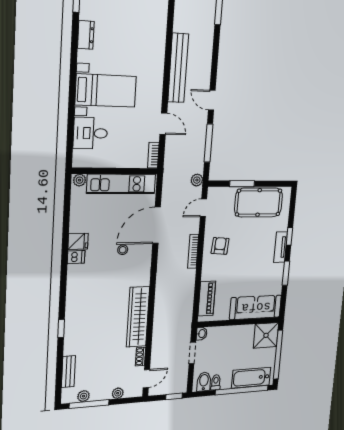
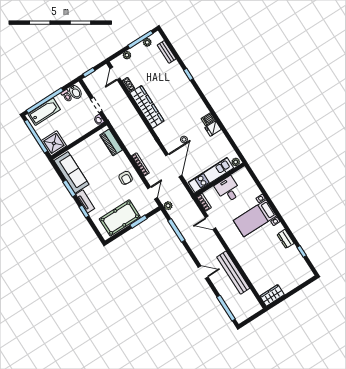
bench: (178, 68) -> (233, 273), moved
door: (212, 100) -> (203, 272), moved
desk: (90, 133) -> (228, 190), moved, turned -90
sofa: (256, 307) -> (71, 172), moved, turned -90

